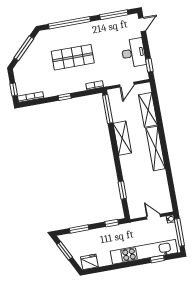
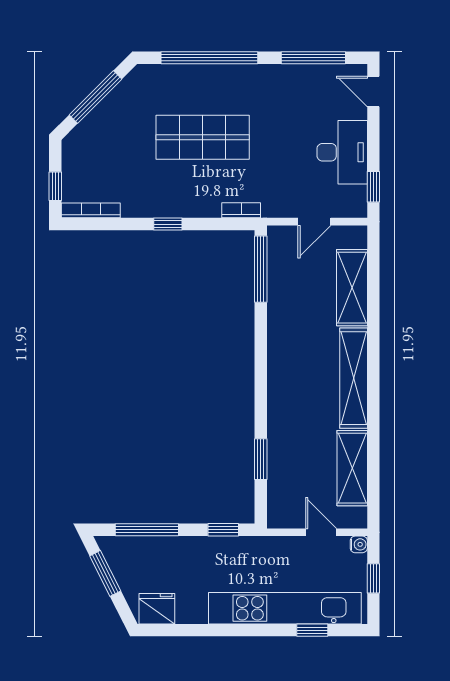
door: (142, 25) -> (373, 91), swing flipped
shelving: (122, 138) -> (352, 468), moved
window: (79, 229) -> (147, 530), width x1.44
window: (179, 232) -> (373, 578), width x0.46

